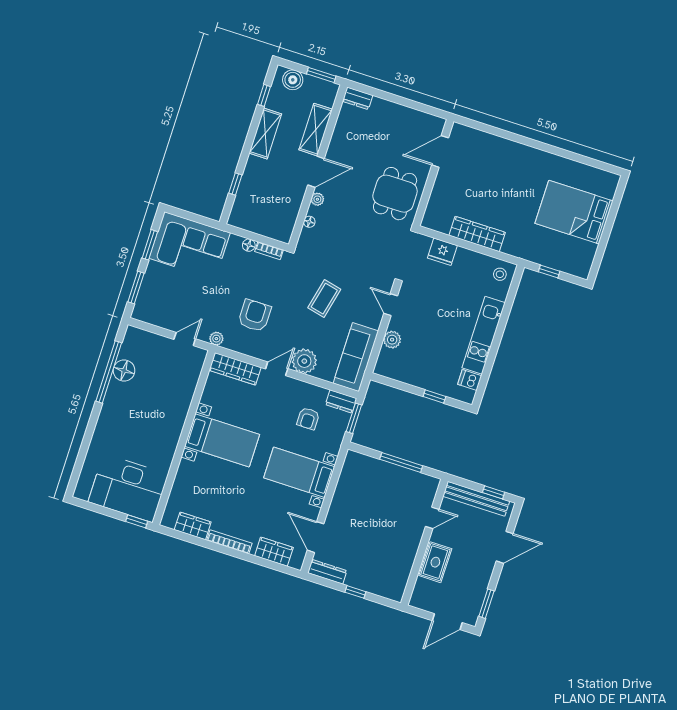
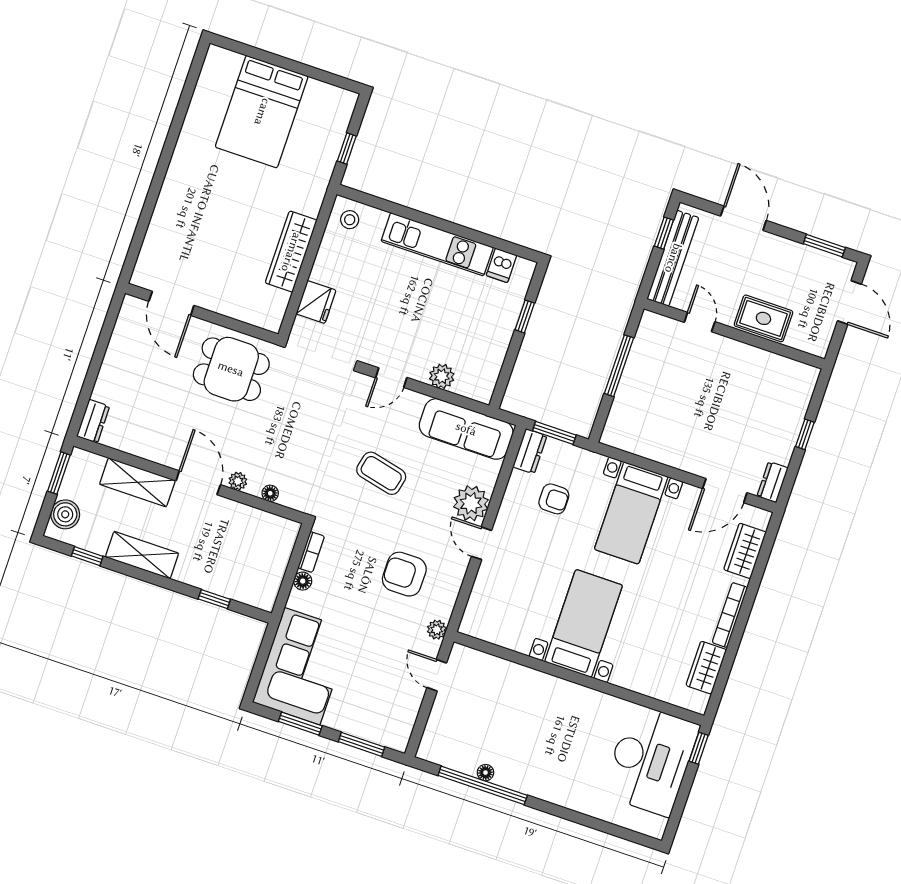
wardrobe: (235, 369) -> (481, 603), removed
floor lamp: (124, 371) -> (485, 773), width x0.53, depth x0.53
dresser: (327, 572) -> (772, 482), width x0.70

